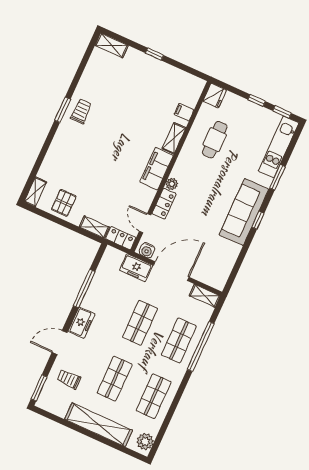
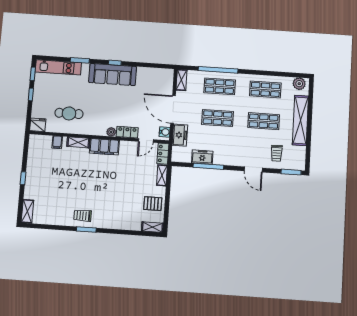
freezer: (82, 323) -> (202, 157), moved

